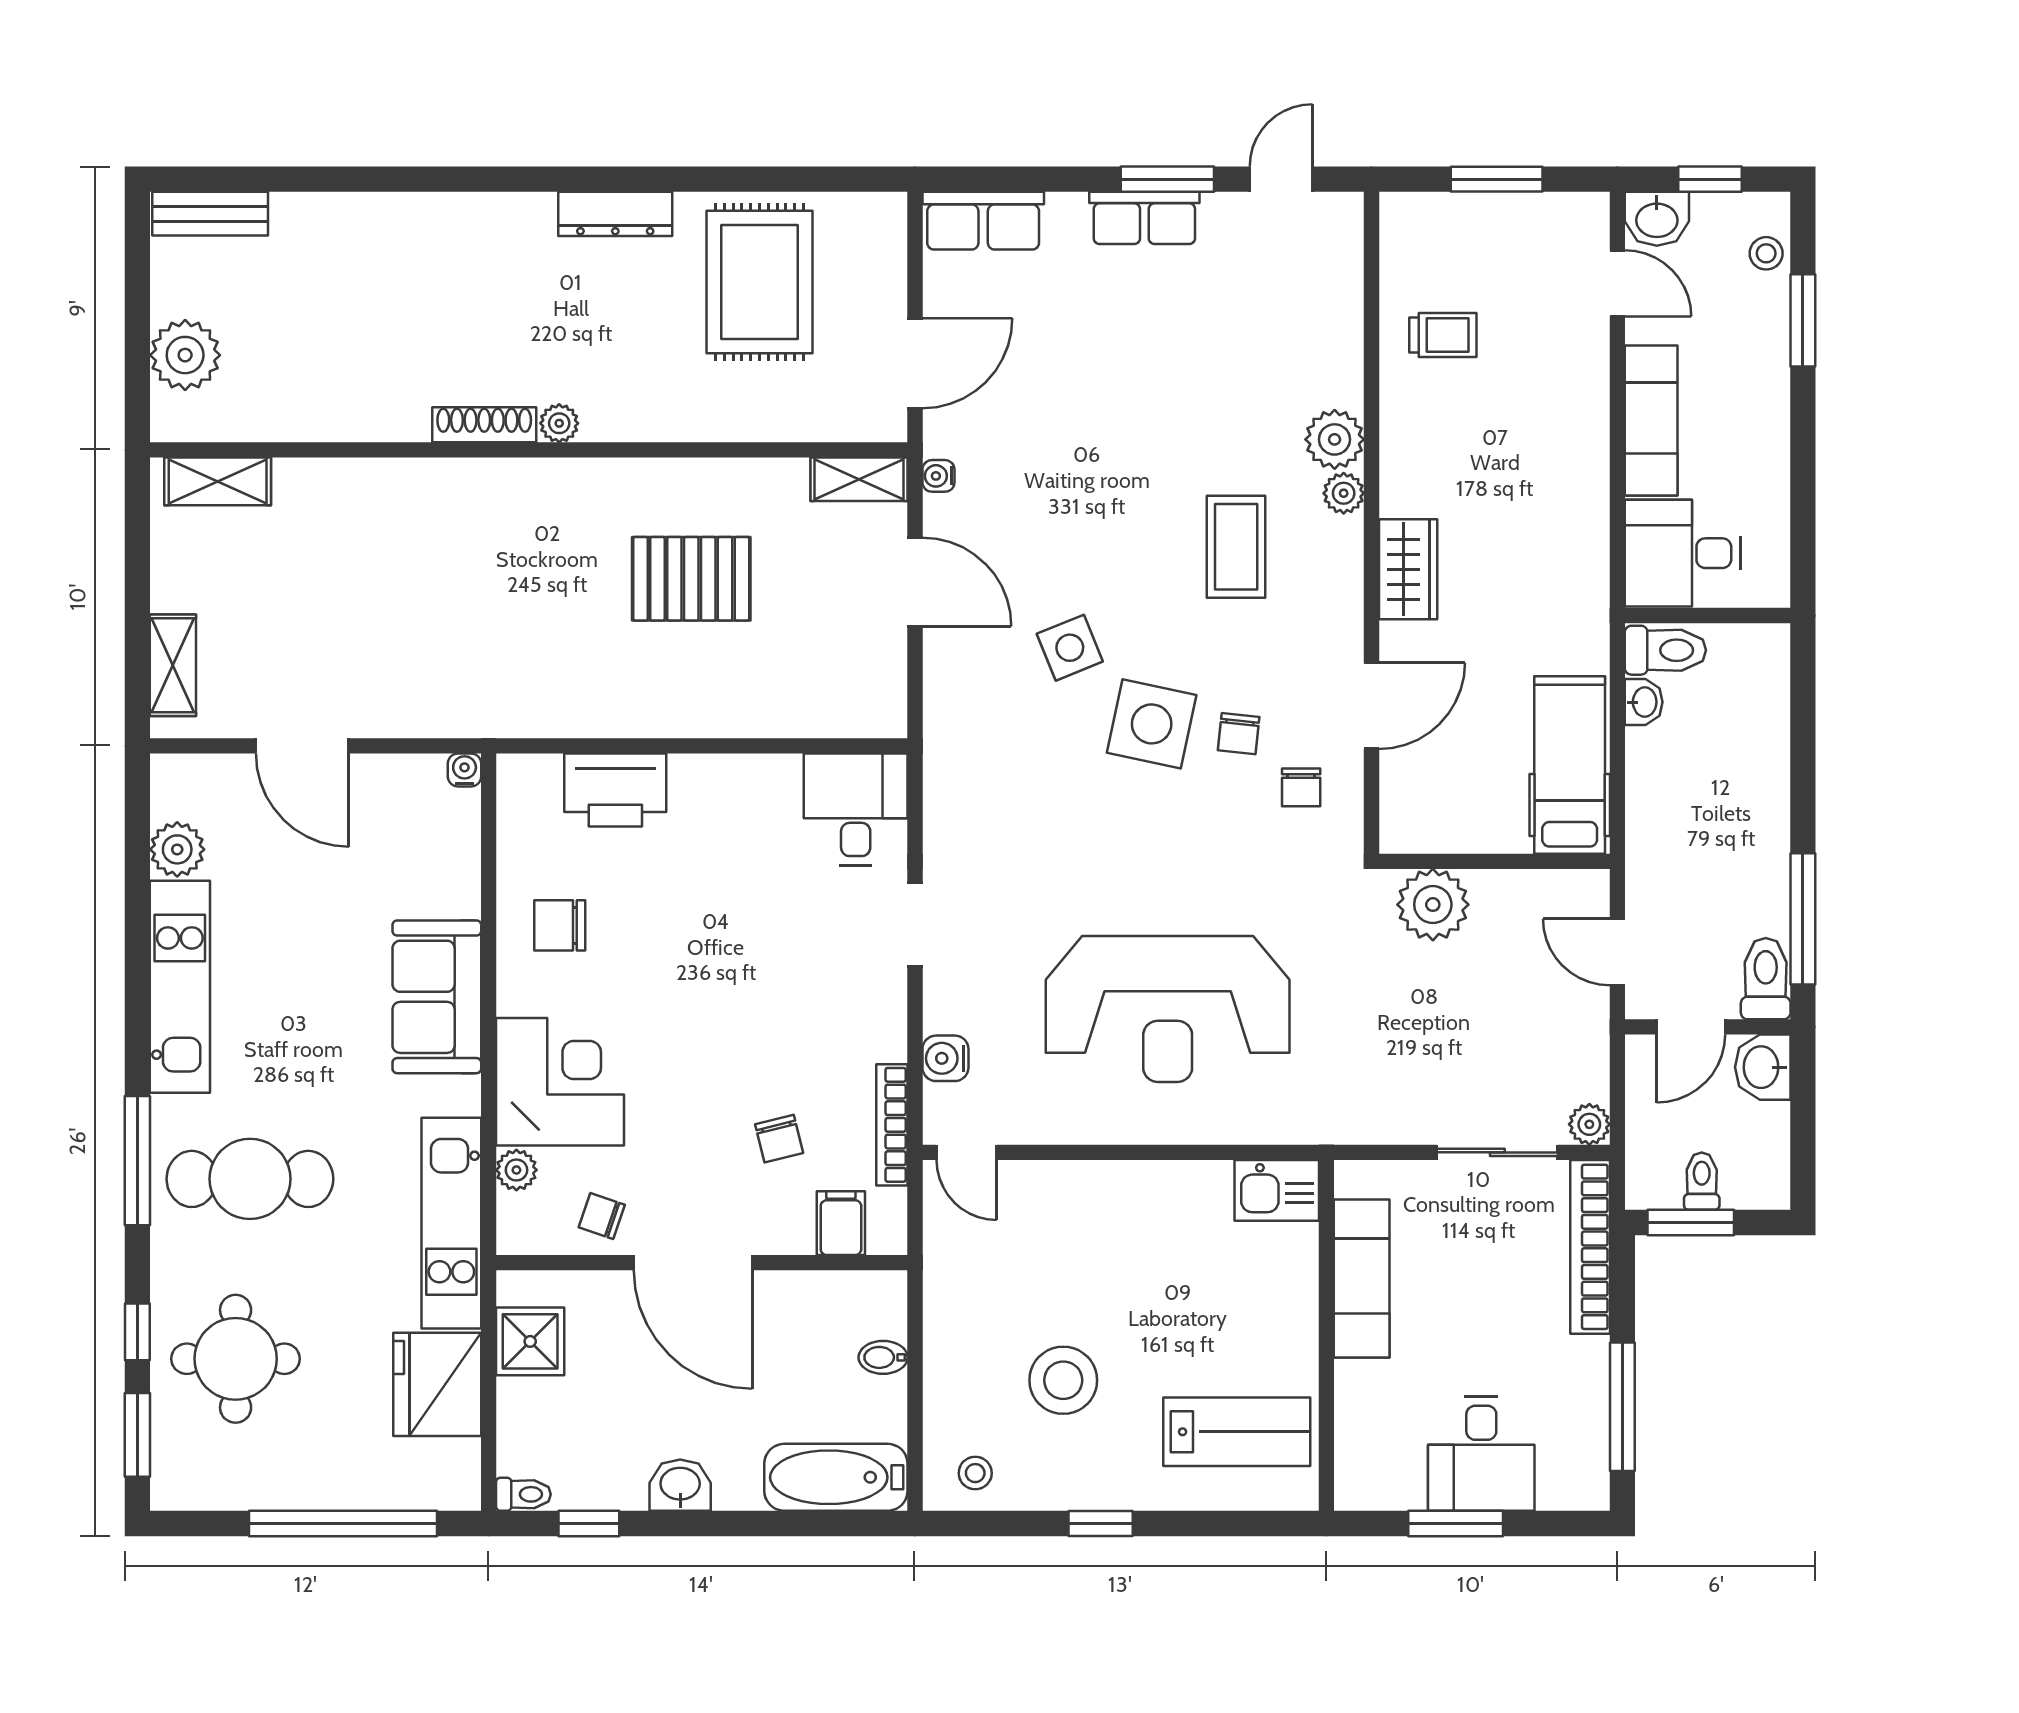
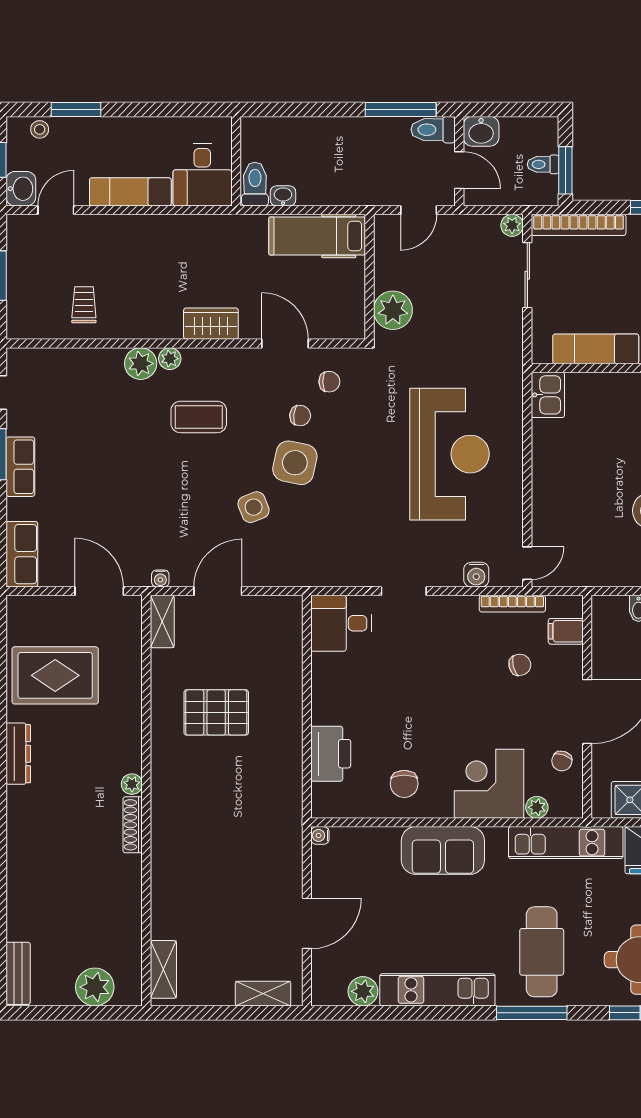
pallet: (691, 579) -> (216, 712), turned 90

